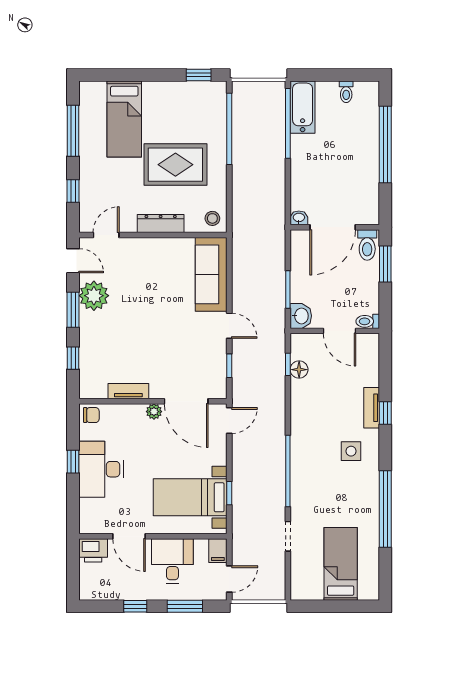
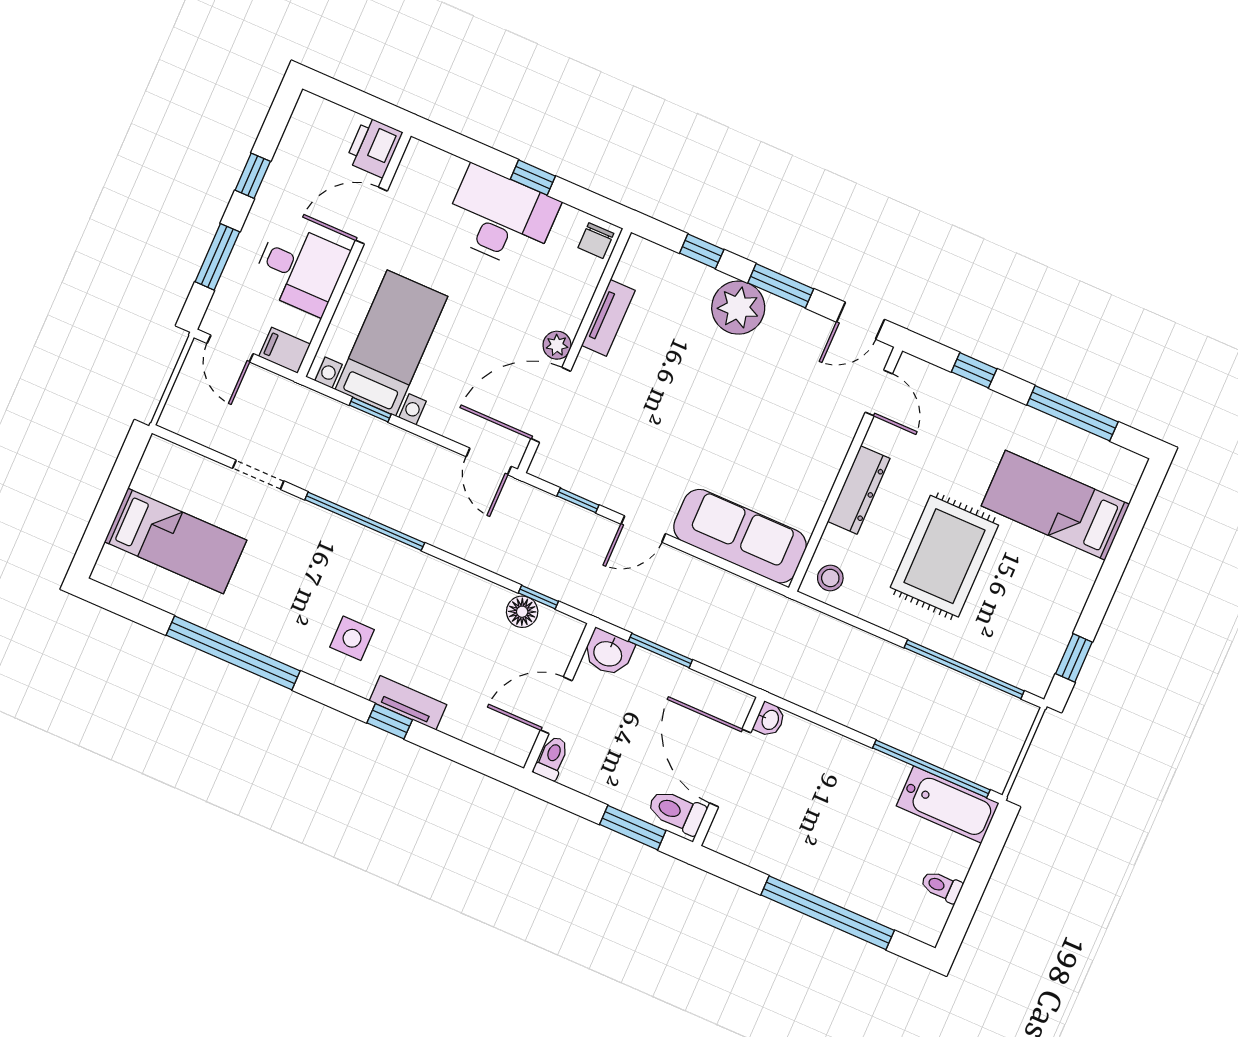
plant: (94, 296) -> (738, 308), moved

